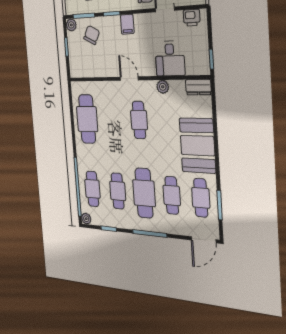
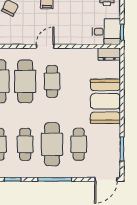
desk: (170, 59) -> (106, 32), moved, turned -90
door: (129, 79) -> (45, 46), hinge flipped
plant: (163, 87) -> (77, 53), removed
cafe table: (201, 198) -> (25, 81), moved, width x1.37, depth x1.35

